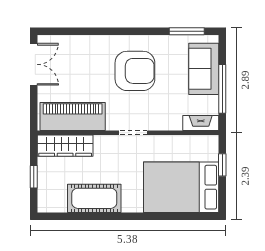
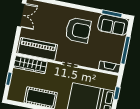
sofa: (204, 69) -> (113, 25), moved, turned -90

